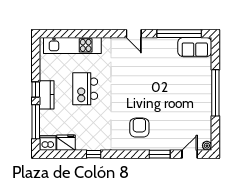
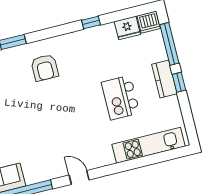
kitchen island: (85, 89) -> (120, 98), turned 180

